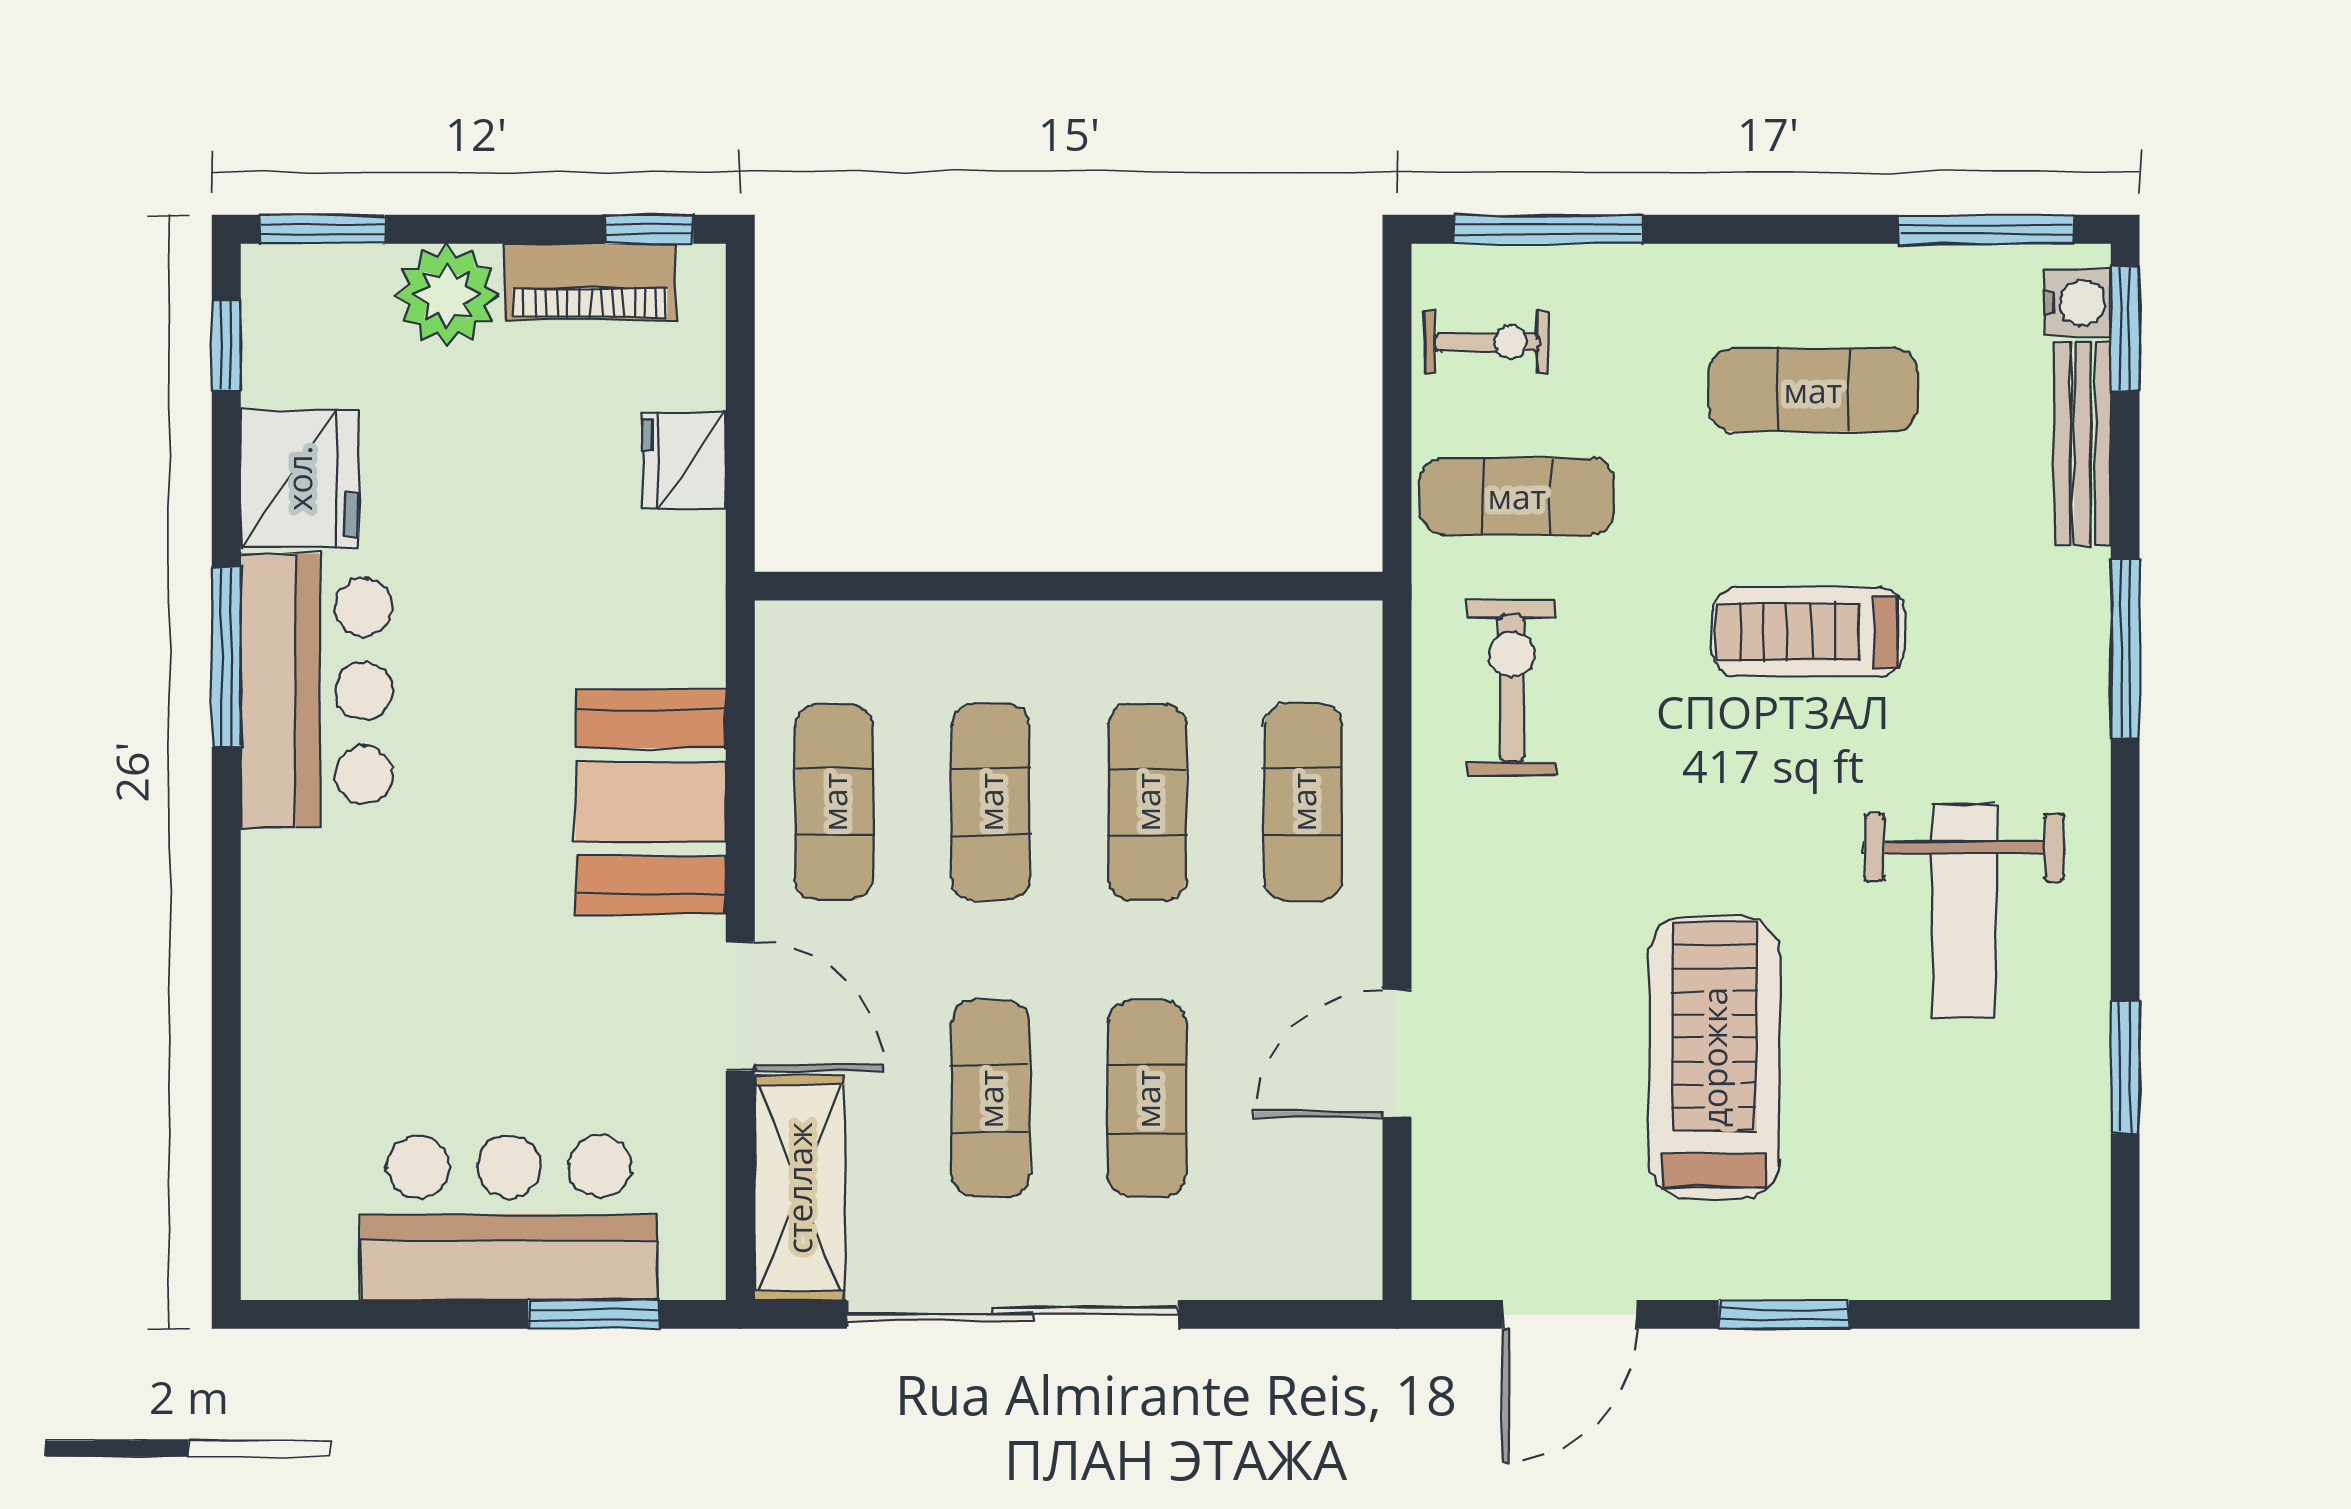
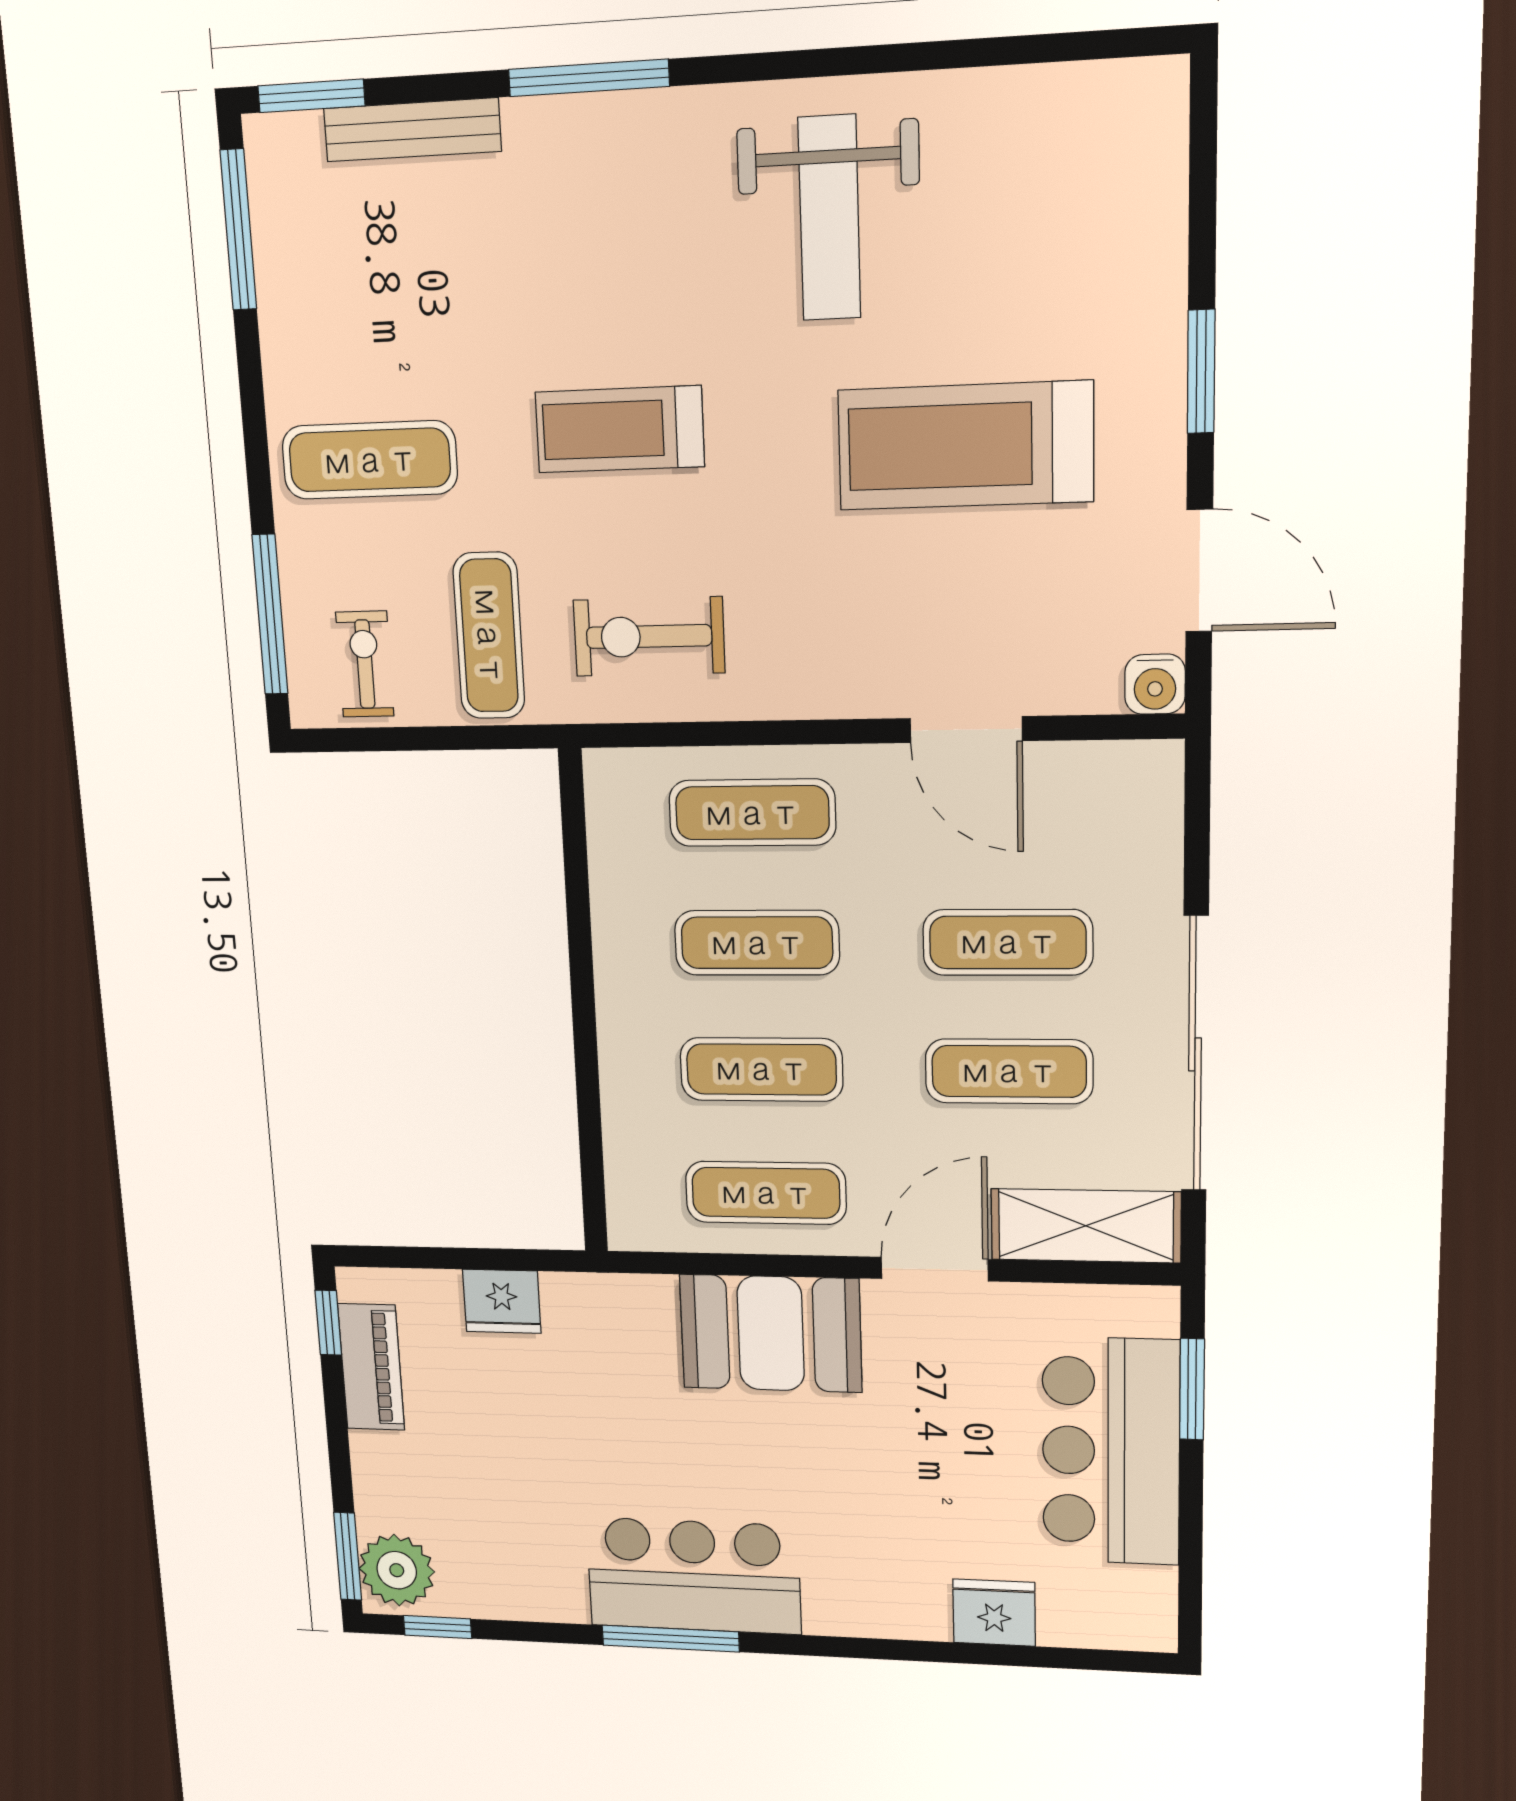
plant: (447, 295) -> (397, 1570), moved
water cooler: (2077, 303) -> (1155, 684), moved, turned 180
exercise mat: (1813, 390) -> (370, 460), moved, turned 90
fridge: (299, 478) -> (994, 1613), moved, width x0.73, depth x0.75
treadmill: (1809, 632) -> (620, 429), moved, turned 90
weight bench: (1964, 912) -> (829, 218), turned 90
window: (2125, 1067) -> (969, 53), removed

